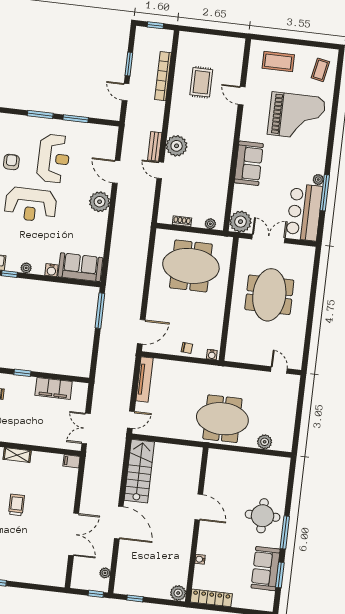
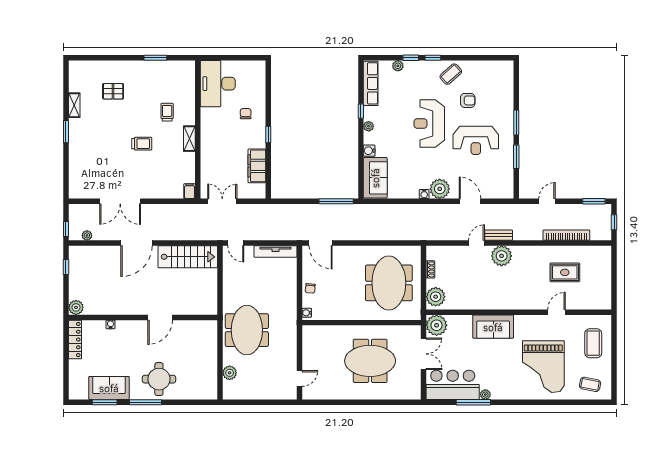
window: (129, 64) -> (594, 201), moved
door: (116, 172) -> (470, 201), hinge flipped
water cooler: (103, 218) -> (424, 194), added
plant: (210, 224) -> (436, 297), width x1.88, depth x1.88

